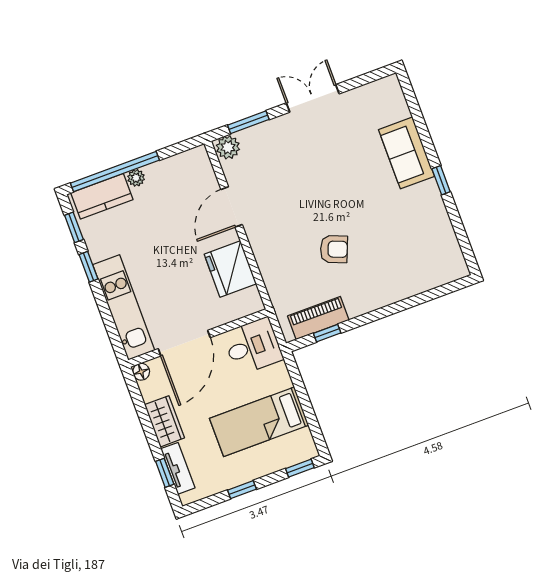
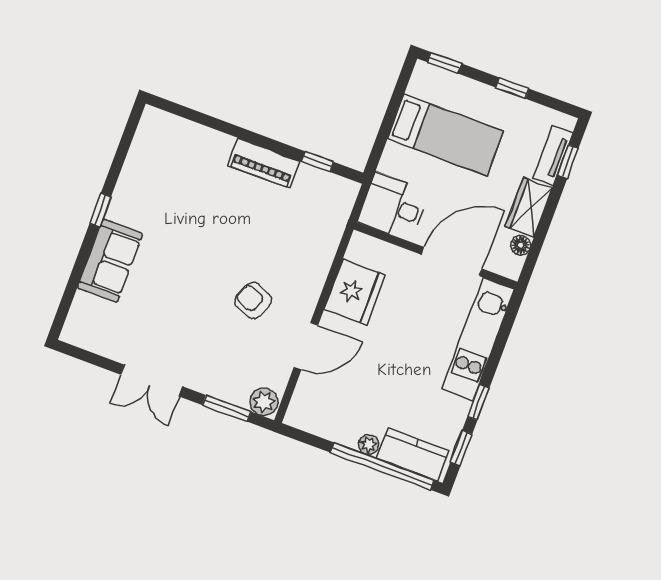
armchair: (334, 249) -> (253, 301), moved
piano: (318, 318) -> (264, 163), moved
floor lamp: (141, 372) -> (521, 245), moved

